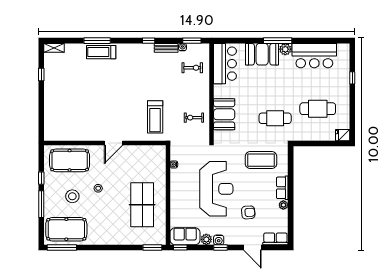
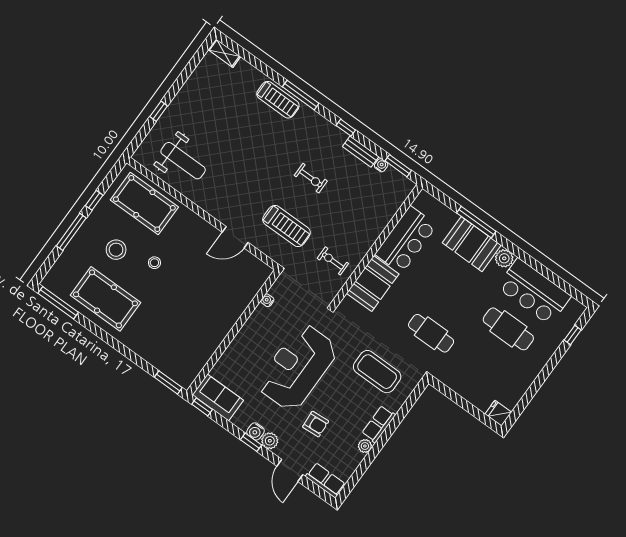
window: (97, 41) -> (301, 95), moved
window: (278, 41) -> (476, 222), moved
treadmill: (101, 52) -> (278, 100), turned 180
bar counter: (225, 64) -> (406, 240), moved
exercise bike: (192, 68) -> (311, 178), moved
window: (41, 74) -> (159, 111), moved
window: (352, 78) -> (573, 335), moved
cafe table: (318, 109) -> (508, 329), moved
treadmill: (155, 117) -> (286, 226), turned -90
weight bench: (74, 122) -> (183, 161), added
door: (113, 143) -> (235, 237), moved
reception desk: (216, 189) -> (298, 367), turned 180
table tennis table: (142, 205) -> (193, 321), removed
pool table: (66, 229) -> (105, 299), moved
plant: (206, 239) -> (270, 441), moved

